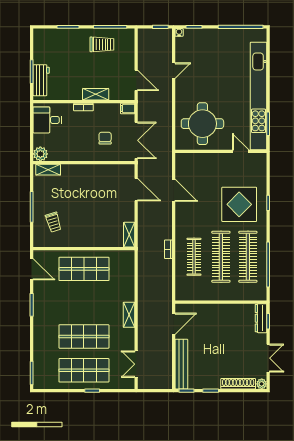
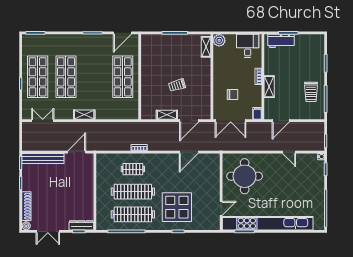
trolley: (53, 222) -> (177, 85), moved
shelving: (129, 235) -> (167, 115), moved
clothes rail: (194, 257) -> (133, 169), width x0.73
door: (174, 324) -> (77, 152), swing flipped

